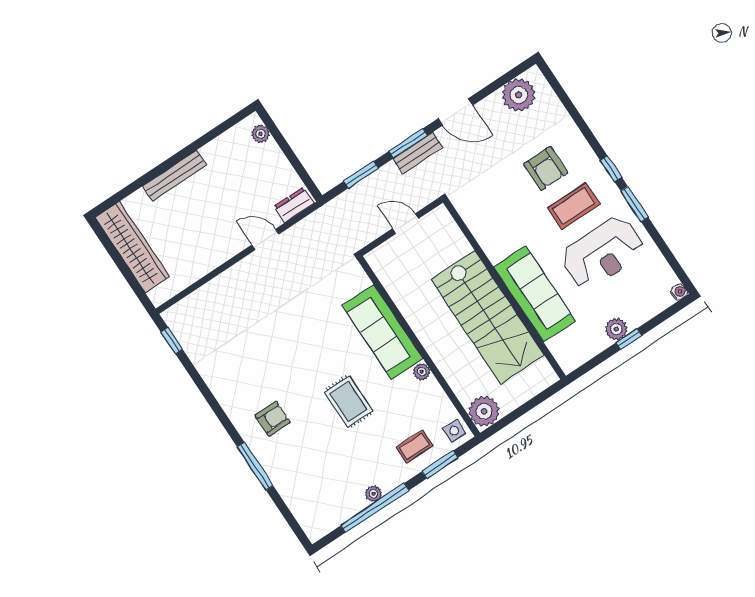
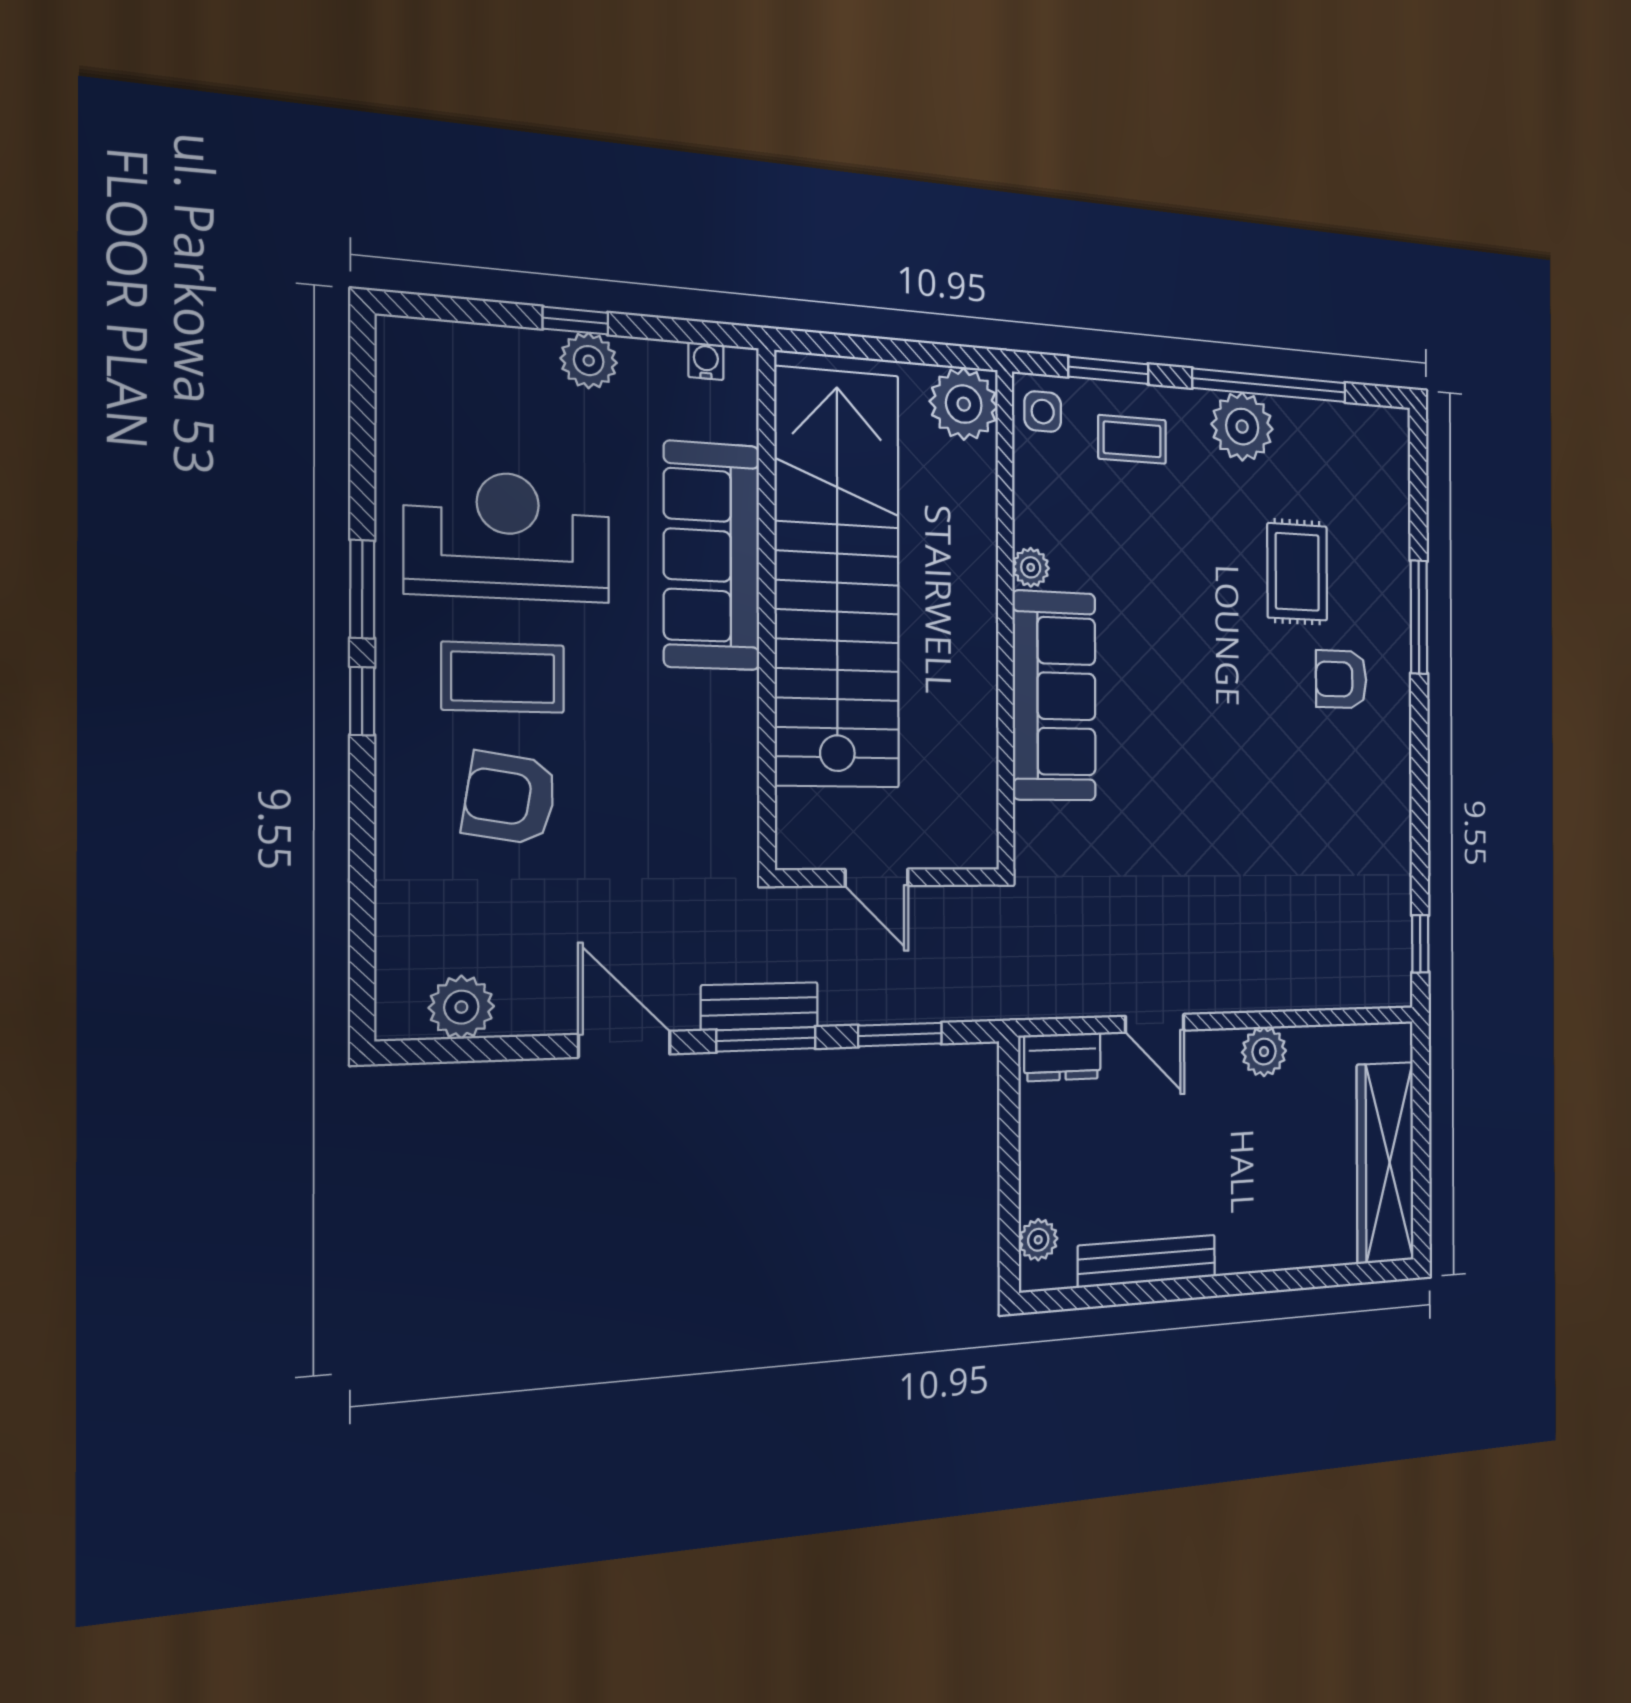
plant: (519, 95) -> (461, 1007), width x0.73, depth x0.73
armchair: (546, 168) -> (510, 798), turned -81
bench: (174, 176) -> (1147, 1261), moved
plant: (213, 257) -> (1264, 1052), added
water cooler: (679, 292) -> (706, 361), moved, turned 90
stairs: (488, 317) -> (837, 578), width x1.36
rug: (349, 401) -> (1297, 572), moved
plant: (373, 494) -> (1242, 427), width x1.87, depth x1.87

